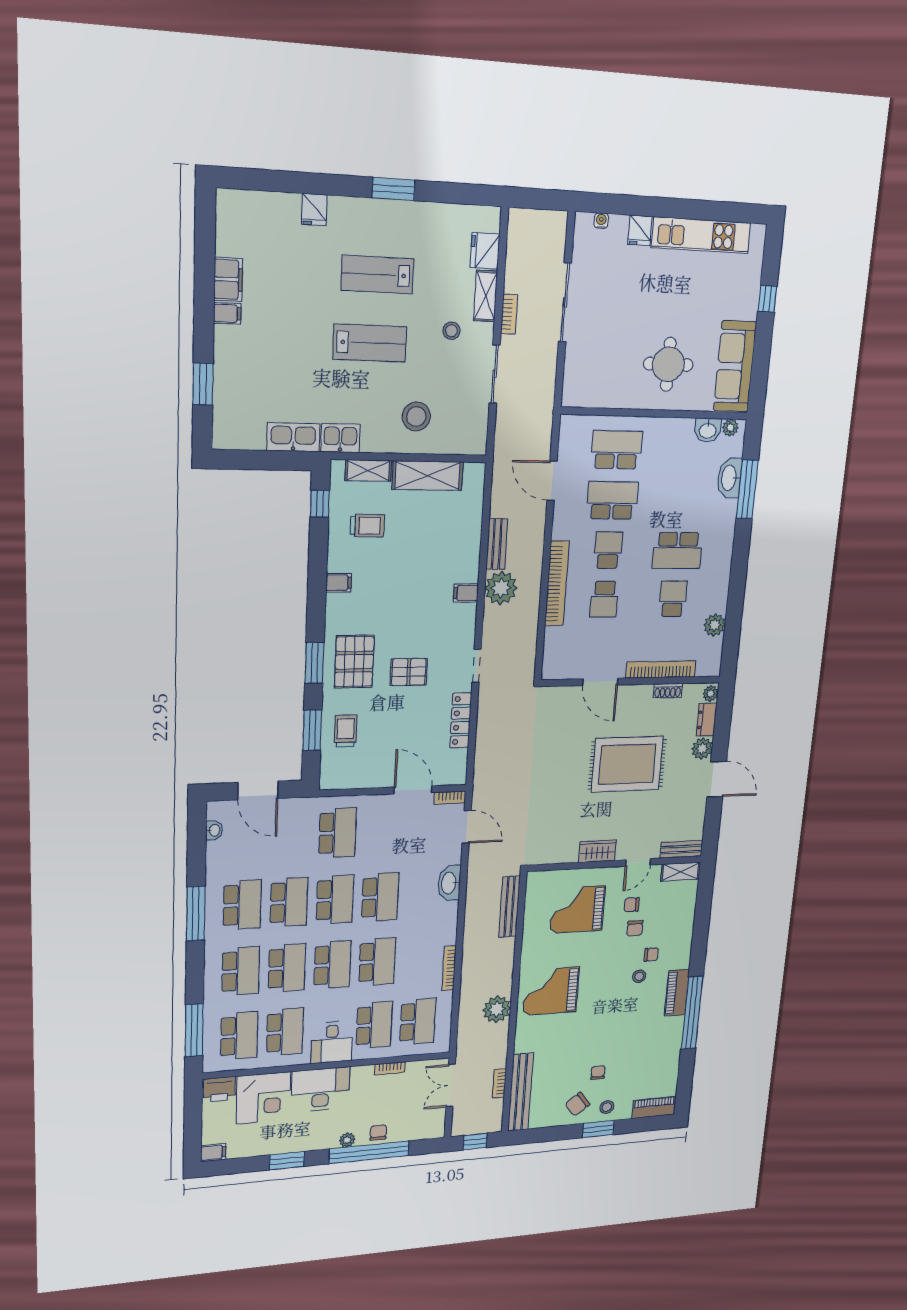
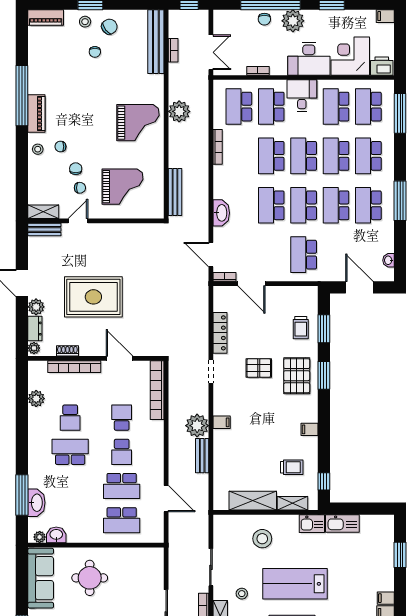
lab bench: (370, 343) -> (295, 584), width x1.36, depth x1.39
trolley: (367, 526) -> (292, 467), turned 180
bookcase: (557, 584) -> (157, 390), moved
wardrobe: (597, 851) -> (111, 231), removed
stool: (639, 976) -> (38, 149), moved
plant: (347, 1140) -> (293, 21), width x1.87, depth x1.87

